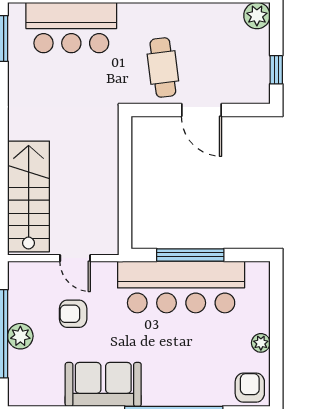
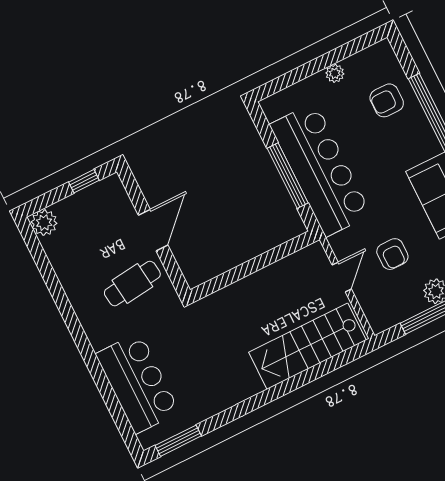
armchair: (250, 388) -> (387, 100), moved

